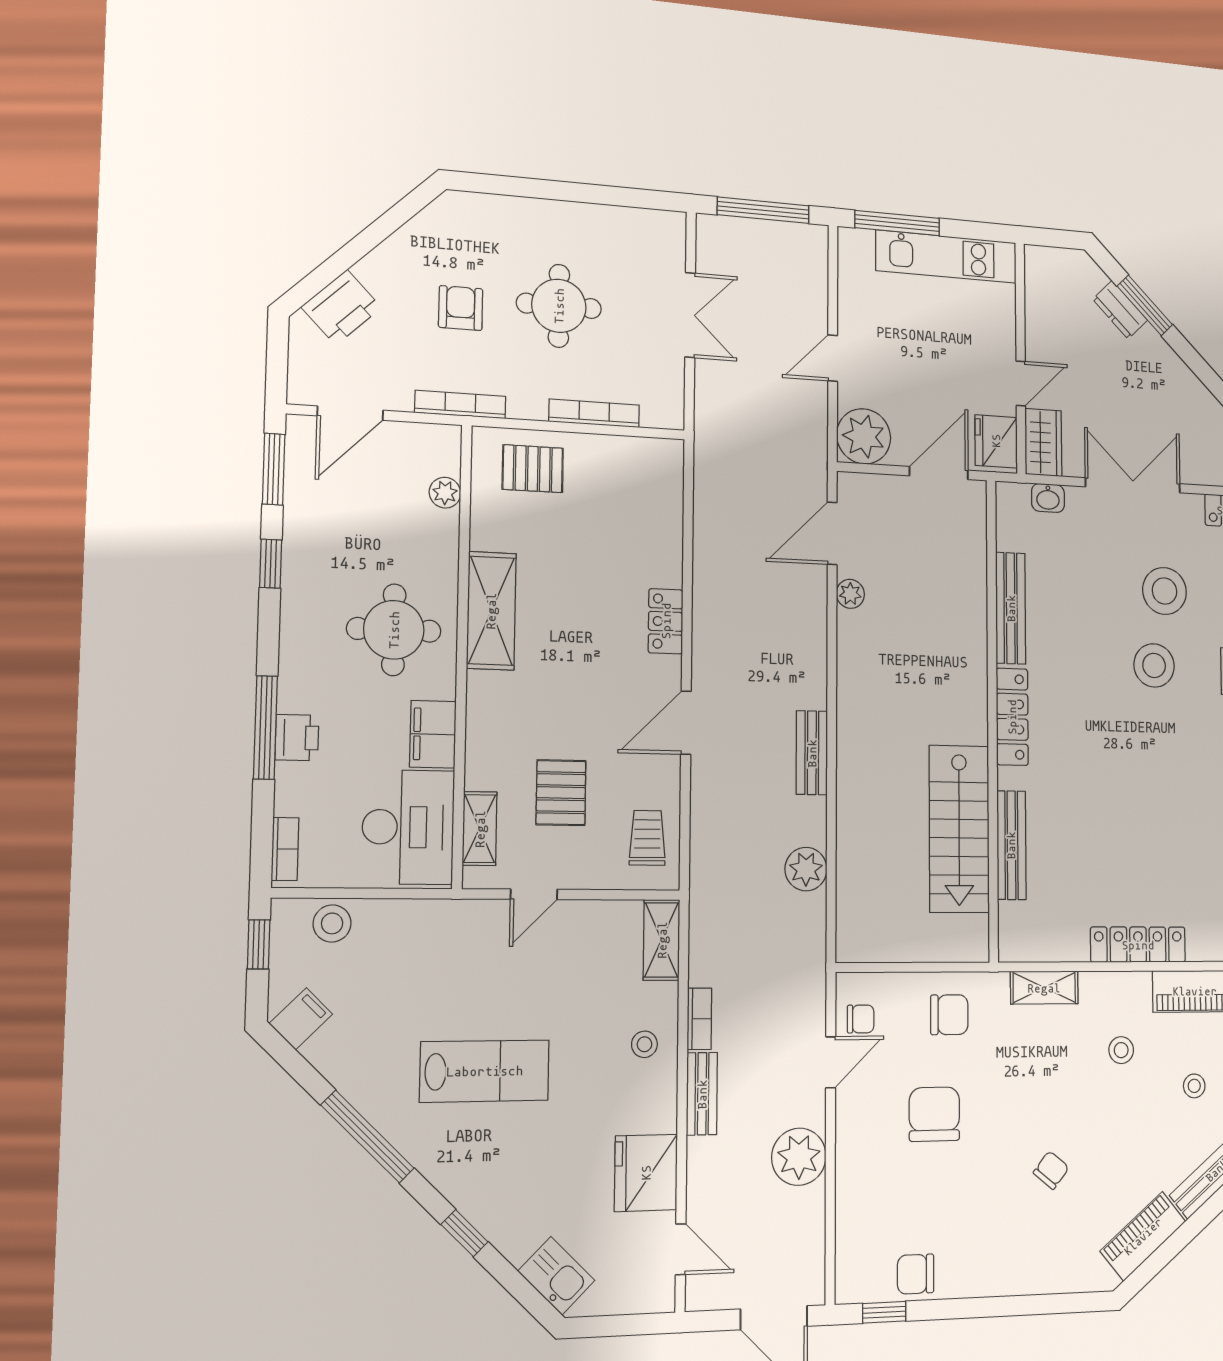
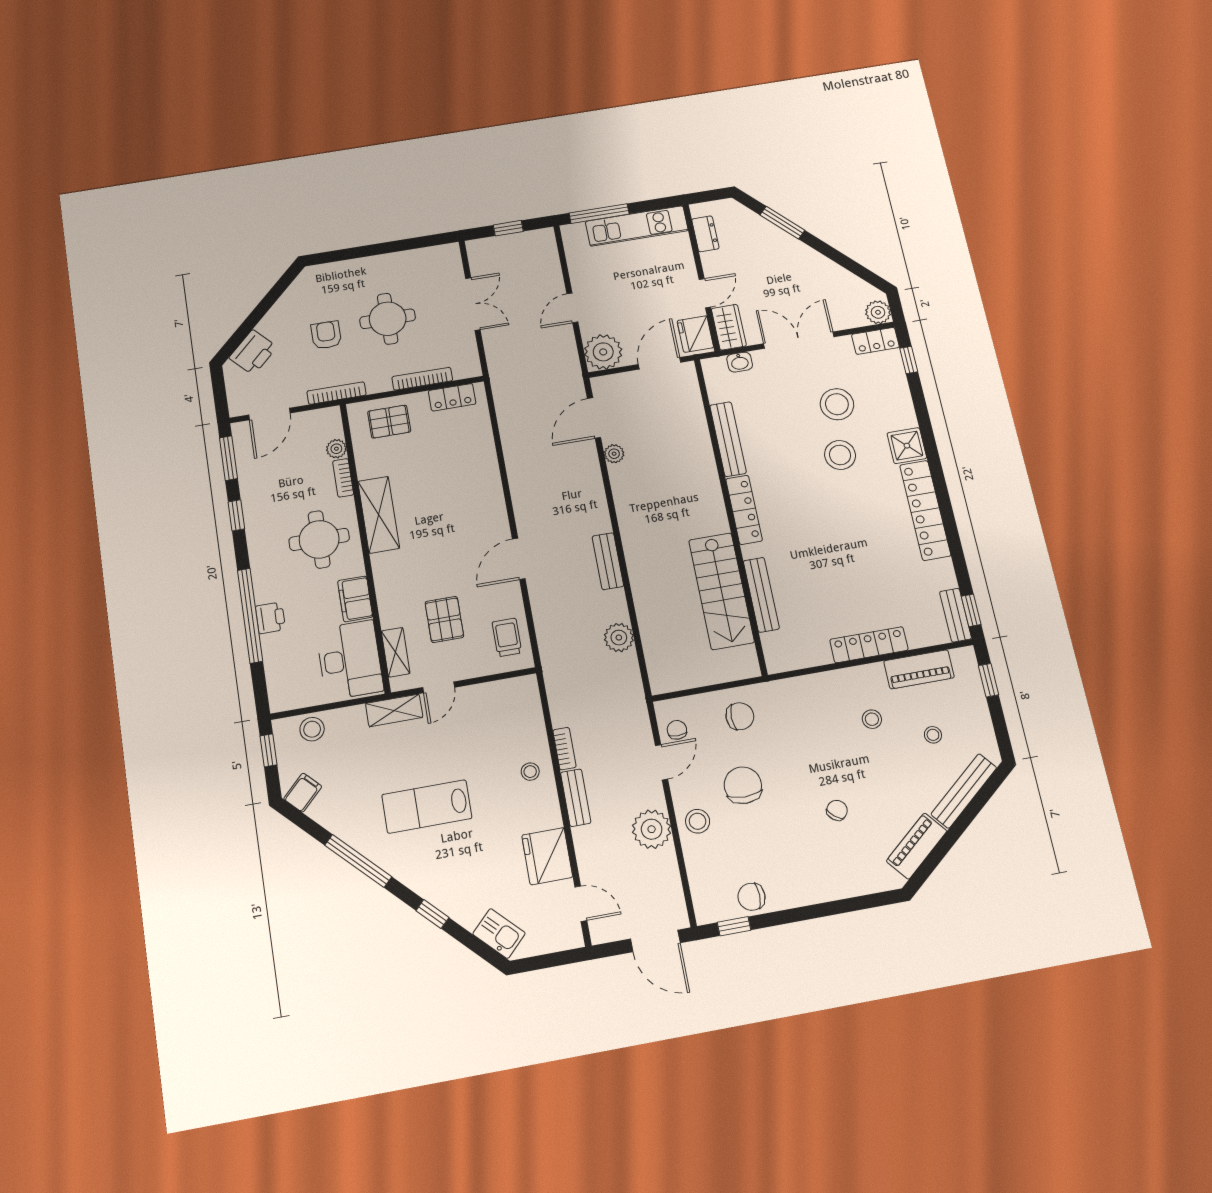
window: (763, 210) -> (508, 228), width x0.46
dresser: (1120, 310) -> (705, 234), moved, turned -135
locker: (666, 621) -> (452, 397), moved, turned -90
window: (265, 727) -> (250, 616), width x1.46
bookcase: (285, 849) -> (343, 478), moved, turned 180
shelving: (662, 940) -> (394, 710), moved, turned 90
shelving: (1044, 988) -> (805, 686), removed
chair: (861, 1019) -> (677, 730), turned -90
lab bench: (485, 1071) -> (427, 806), turned 180
stool: (864, 1155) -> (698, 821), added

